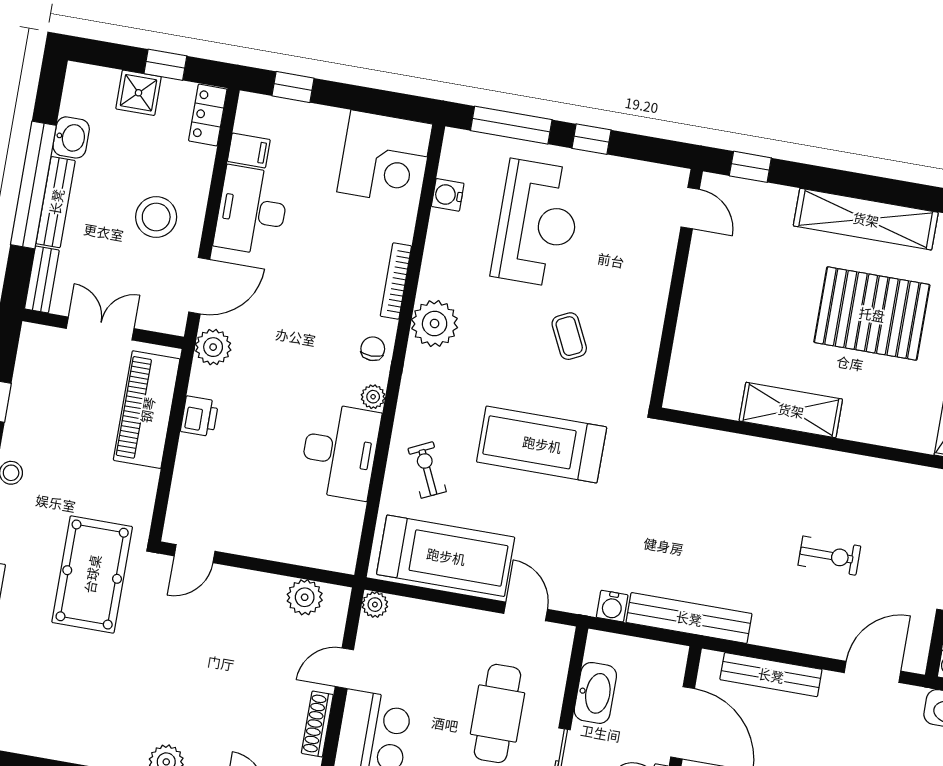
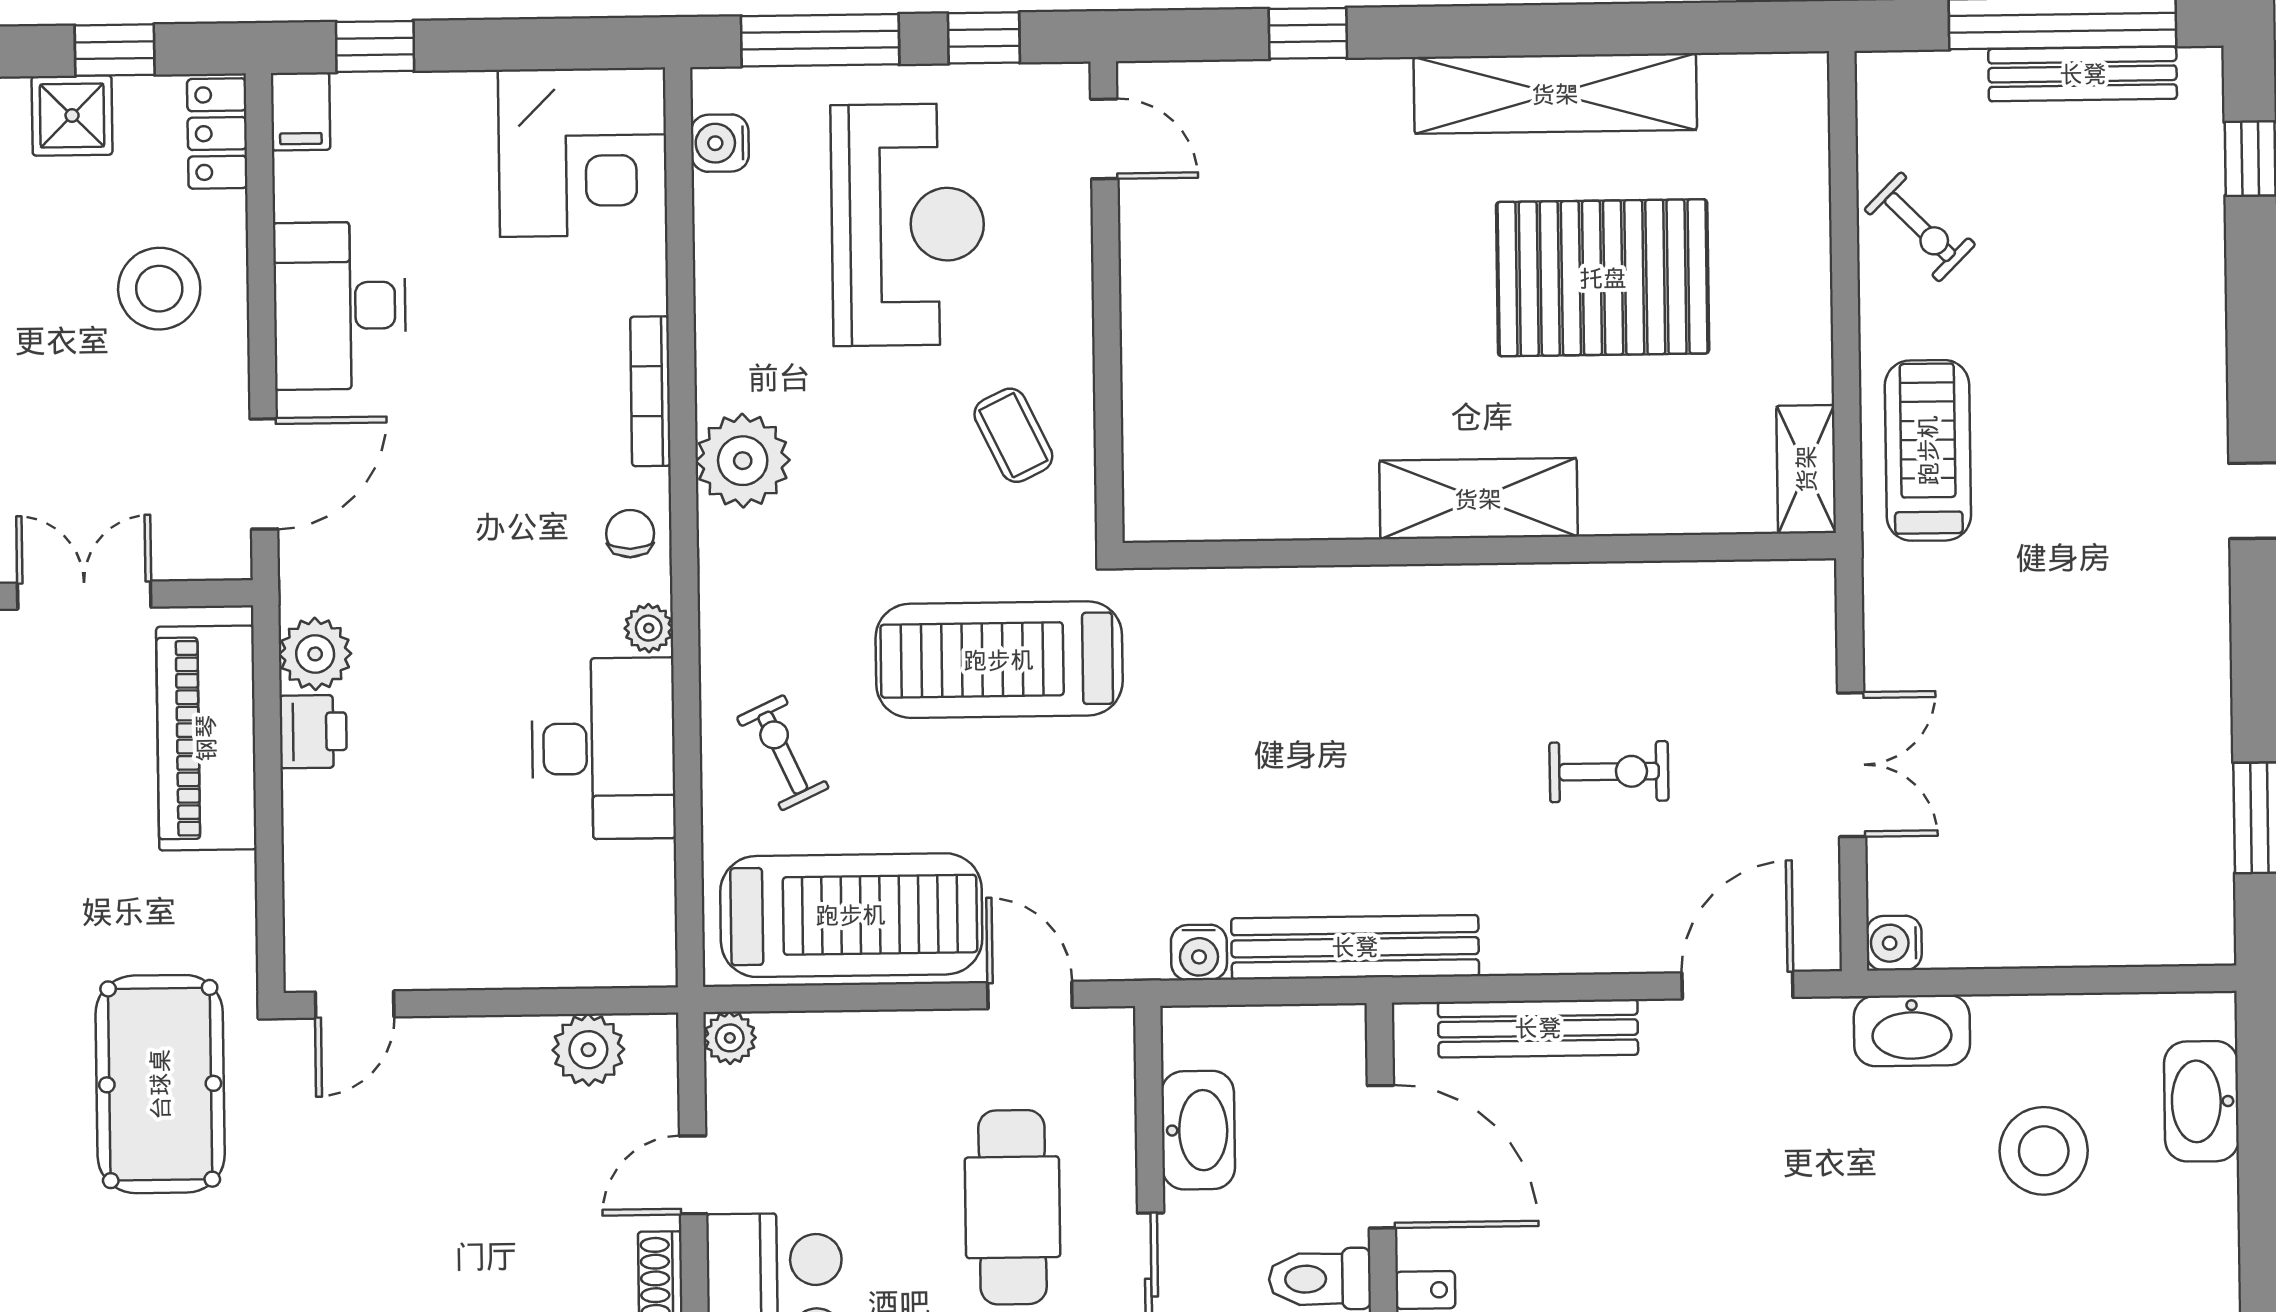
filing cabinet: (249, 151) -> (300, 111), moved, turned 90
water cooler: (448, 195) -> (720, 143), moved
door: (690, 208) -> (1104, 139), moved
stool: (156, 217) -> (159, 289), moved
wall: (676, 288) -> (1107, 302), moved
plant: (213, 347) -> (315, 654), moved

